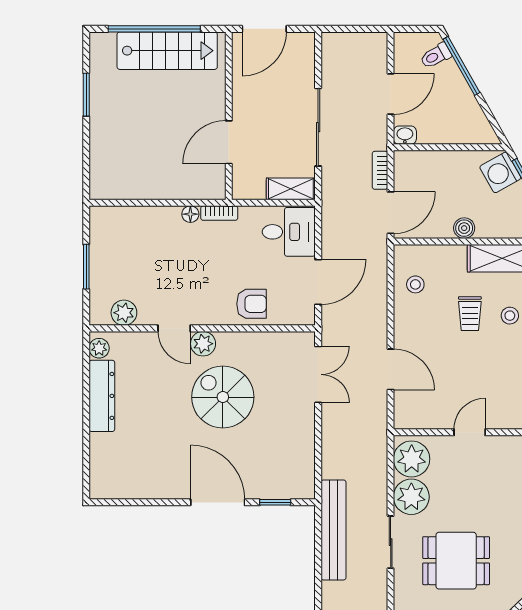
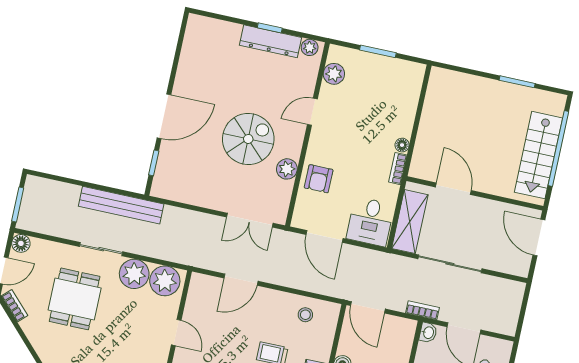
bookcase: (380, 170) -> (422, 310), moved
shelving: (291, 189) -> (410, 222), width x1.50, depth x1.33
plant: (203, 344) -> (287, 169), moved
window: (86, 400) -> (270, 28), added

